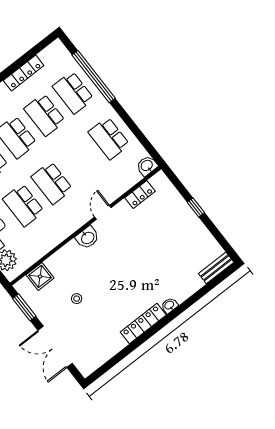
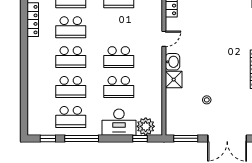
door: (103, 212) -> (164, 39), swing flipped
shower: (40, 276) -> (174, 80), moved

